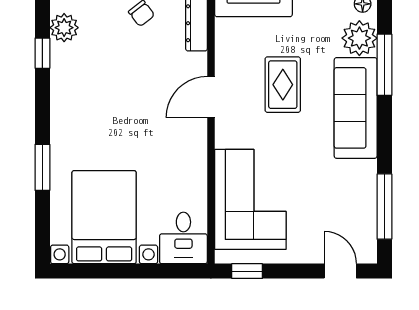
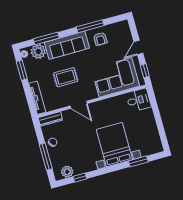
window: (42, 167) -> (138, 161), moved
armchair: (349, 189) -> (100, 39), added
window: (384, 207) -> (90, 26), moved
bed with nightstands: (104, 217) -> (114, 145), moved, turned 90
door: (340, 271) -> (138, 48), moved

